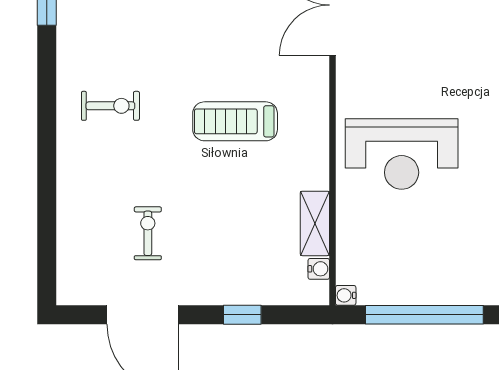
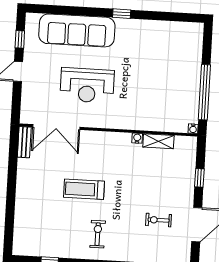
treadmill: (235, 121) -> (84, 189), moved, turned 90
reception desk: (402, 154) -> (87, 85), moved, turned 90
water cooler: (319, 269) -> (137, 138), moved

